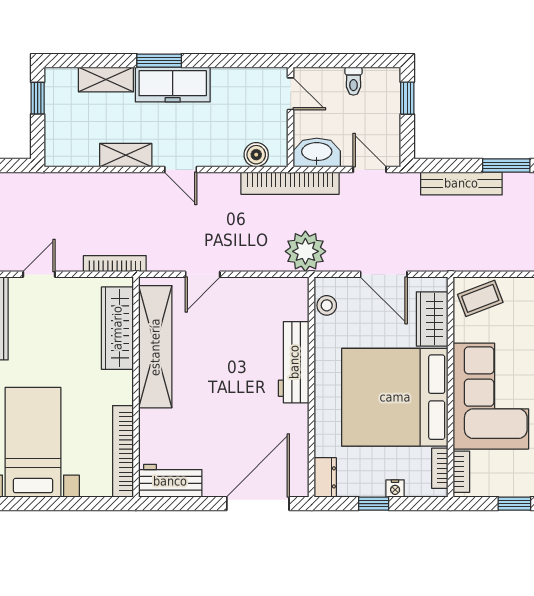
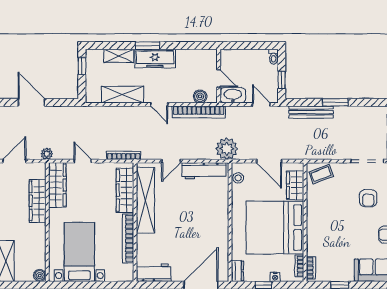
toilet: (353, 81) -> (274, 57), moved
door: (291, 94) -> (219, 78), moved
window: (407, 98) -> (282, 80), moved
shelving: (126, 155) -> (122, 95), width x1.50, depth x1.33
bookcase: (290, 183) -> (199, 112), moved
door: (39, 274) -> (83, 161), hinge flipped
workbench: (294, 362) -> (204, 171), moved, turned -90
corner sofa: (491, 396) -> (327, 227), removed
bookcase: (123, 451) -> (128, 238), moved

